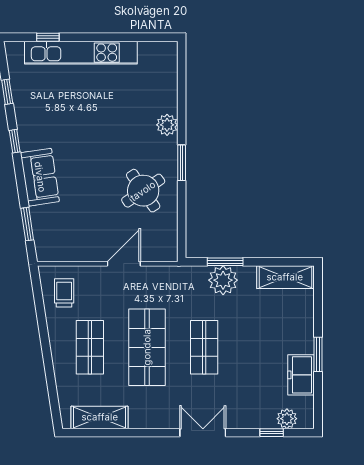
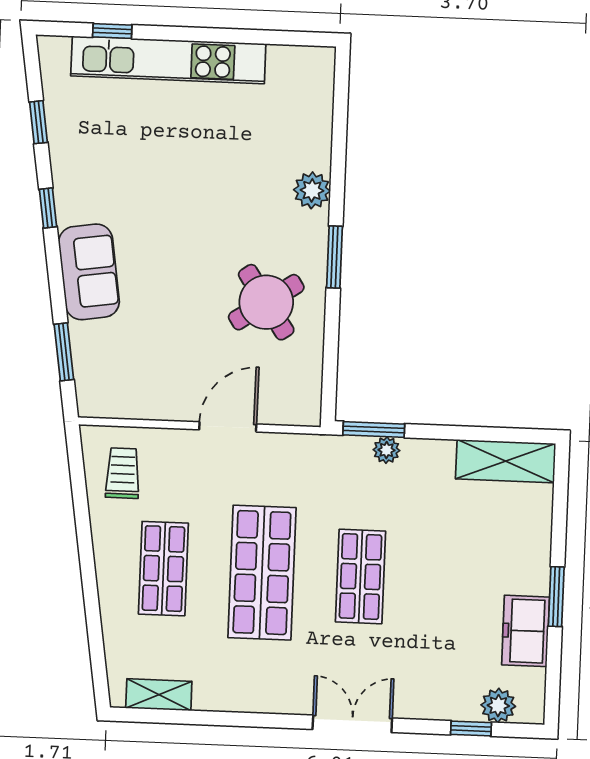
window: (225, 262) -> (374, 429), moved
plant: (223, 280) -> (386, 450), width x0.53, depth x0.53
shelving: (100, 417) -> (159, 695), width x0.67, depth x0.75

